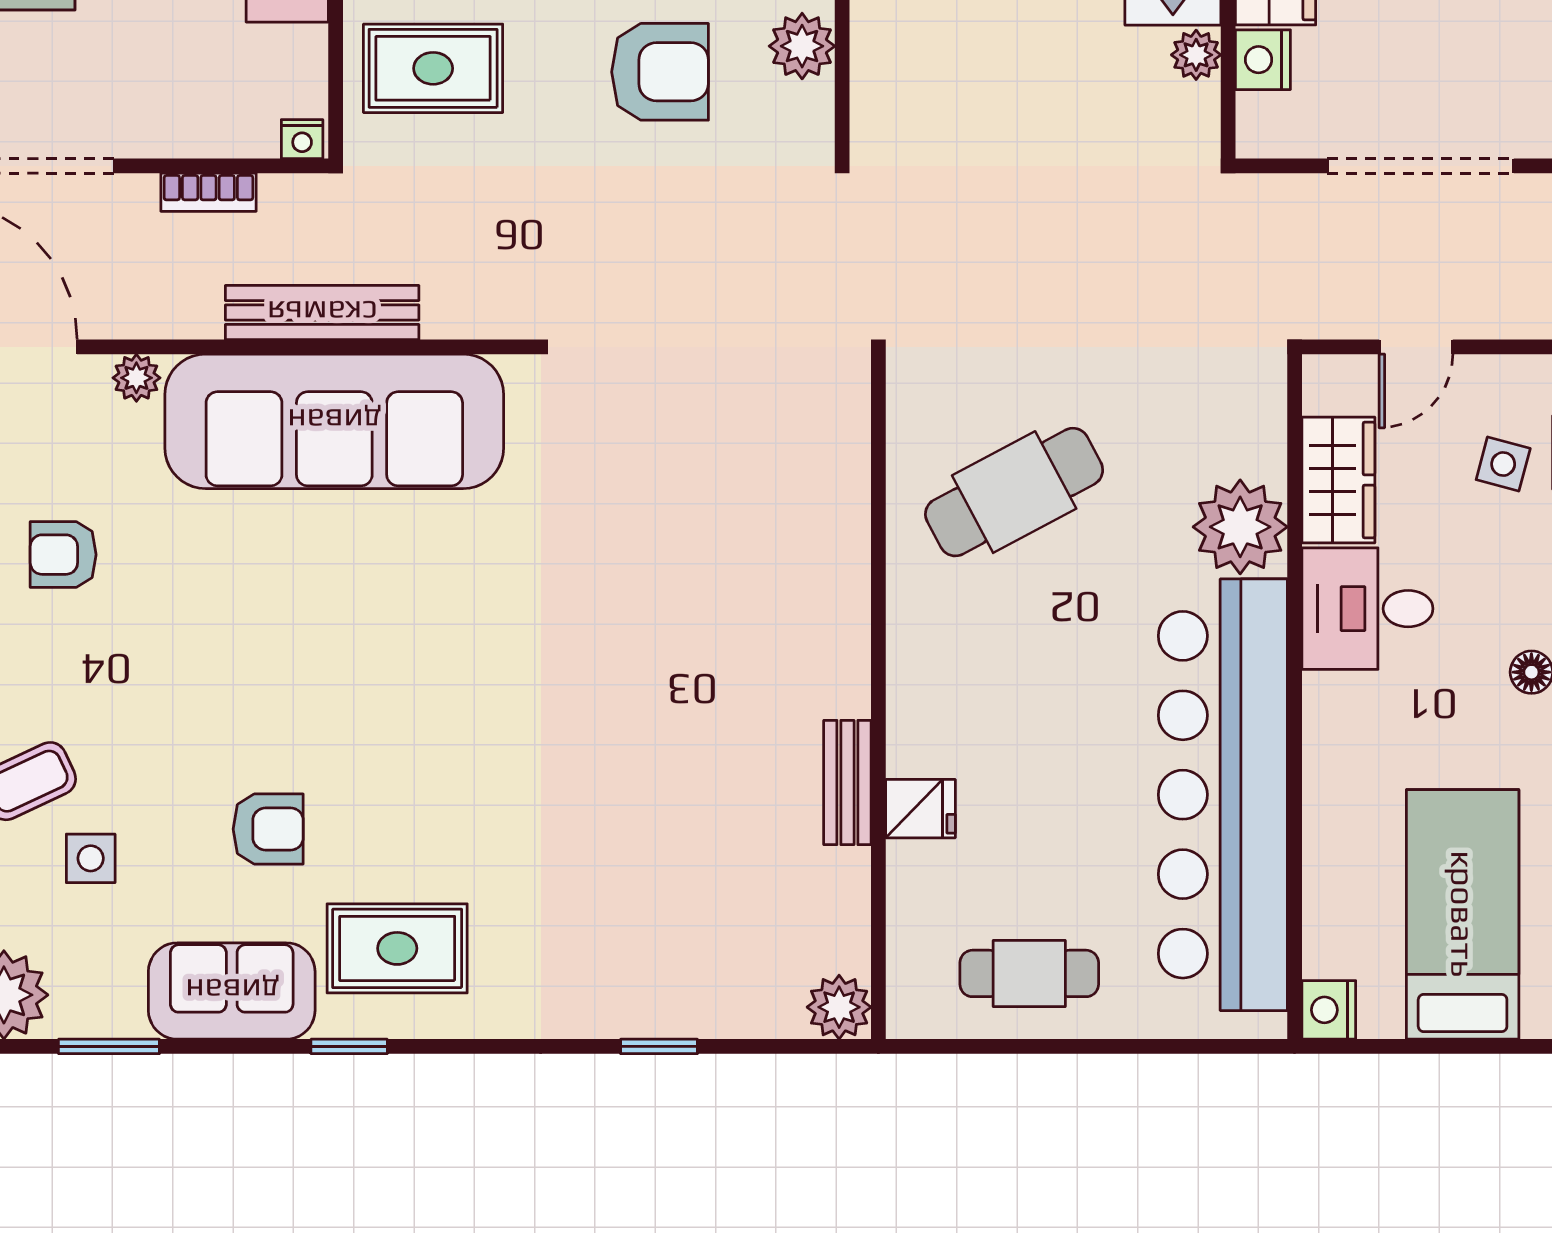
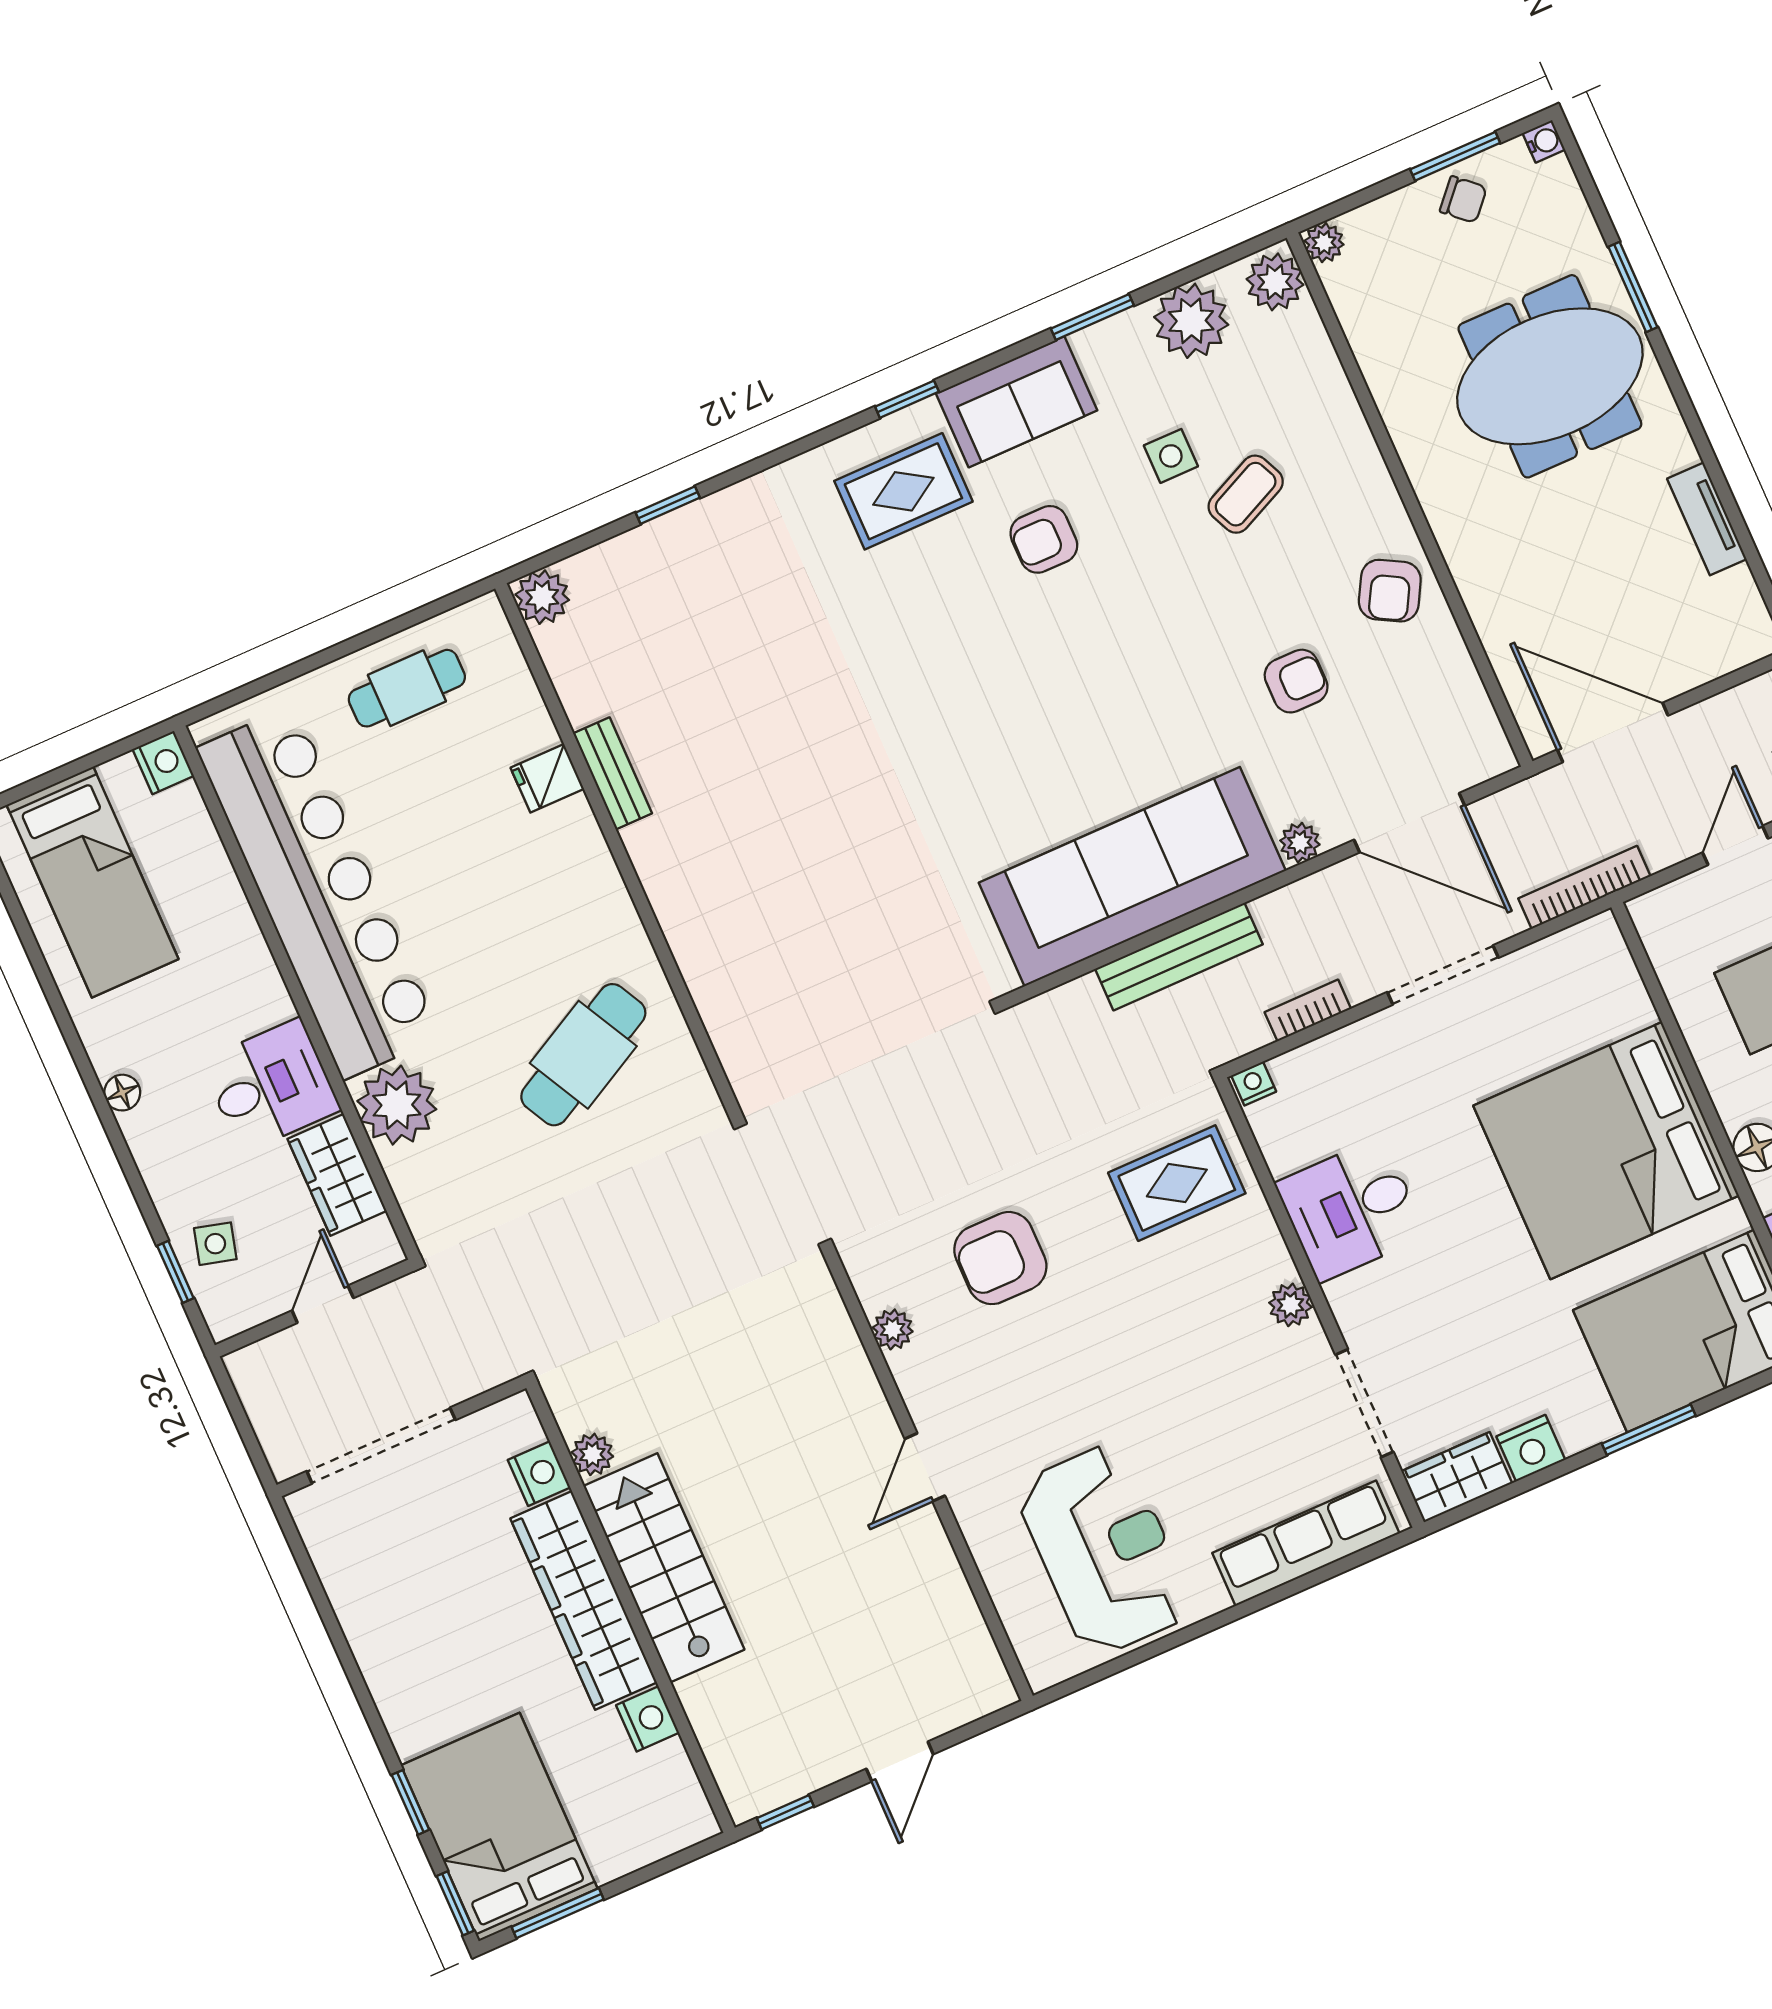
plant: (802, 46) -> (893, 1329), width x0.73, depth x0.73

